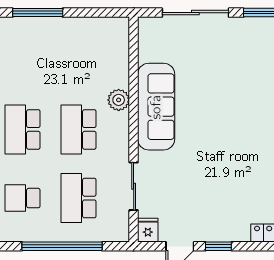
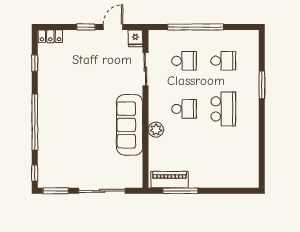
window: (38, 13) -> (180, 191), moved
piano: (99, 28) -> (170, 180), added
school desk: (79, 129) -> (184, 109), width x0.54
school desk: (79, 198) -> (184, 61), width x0.54

